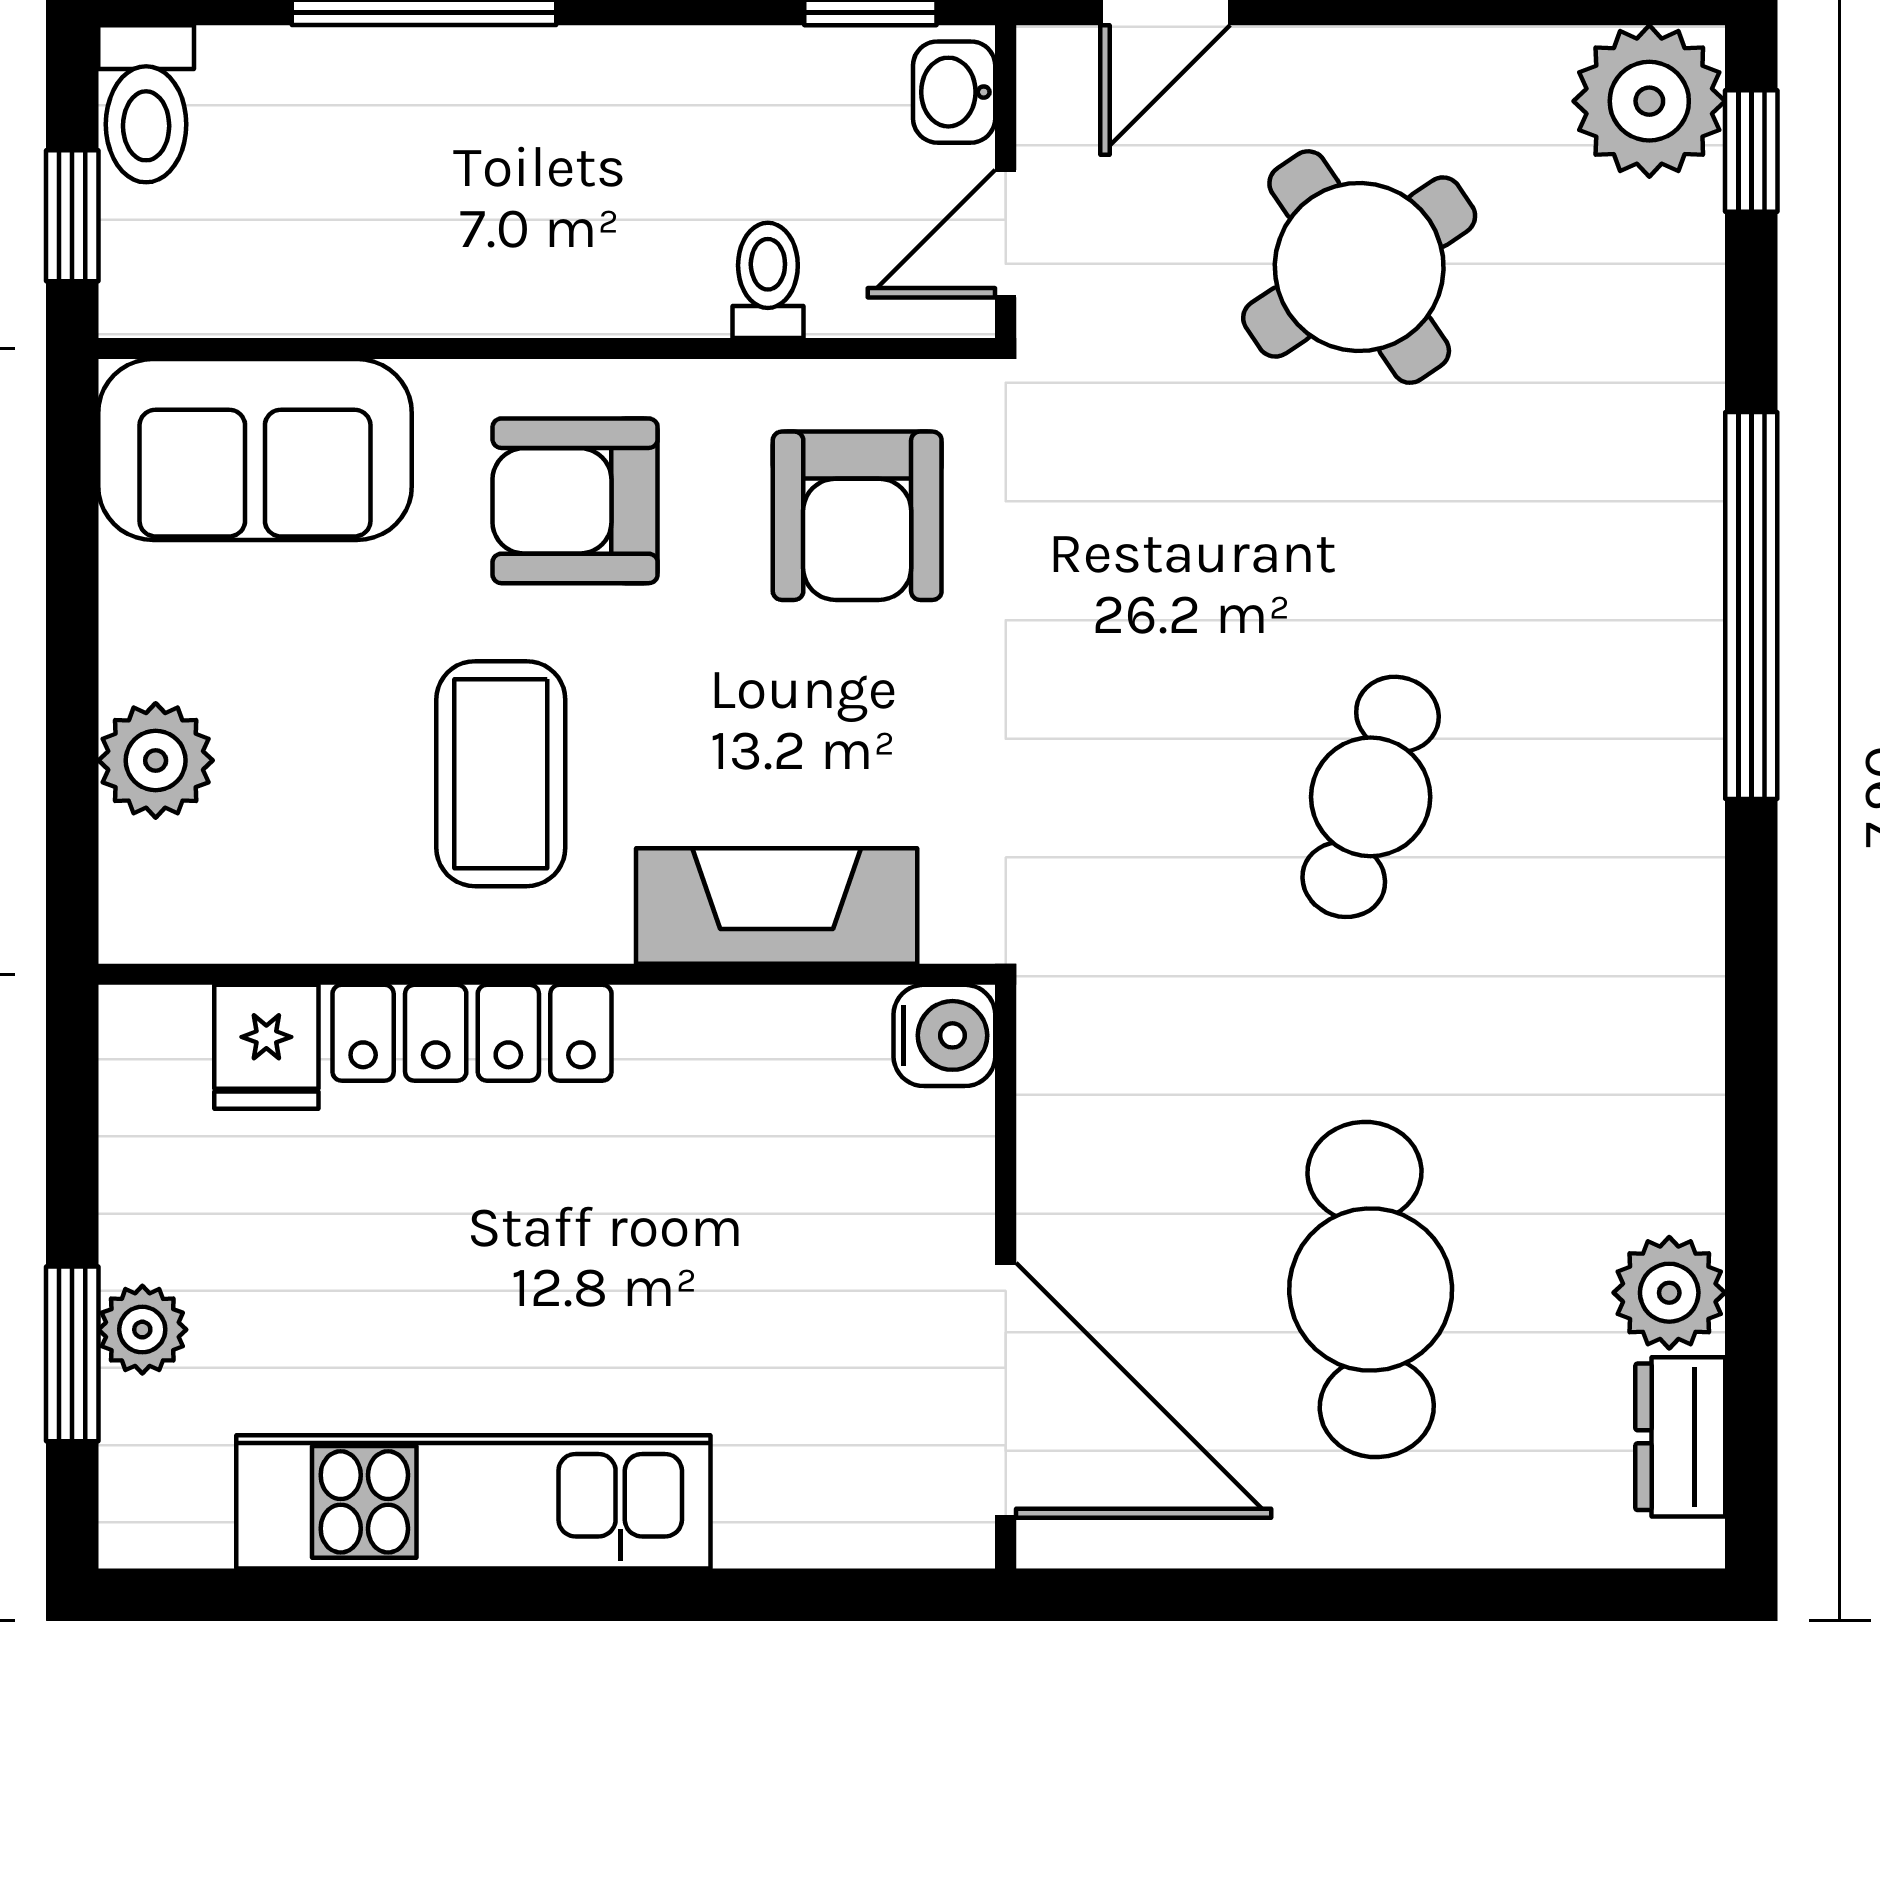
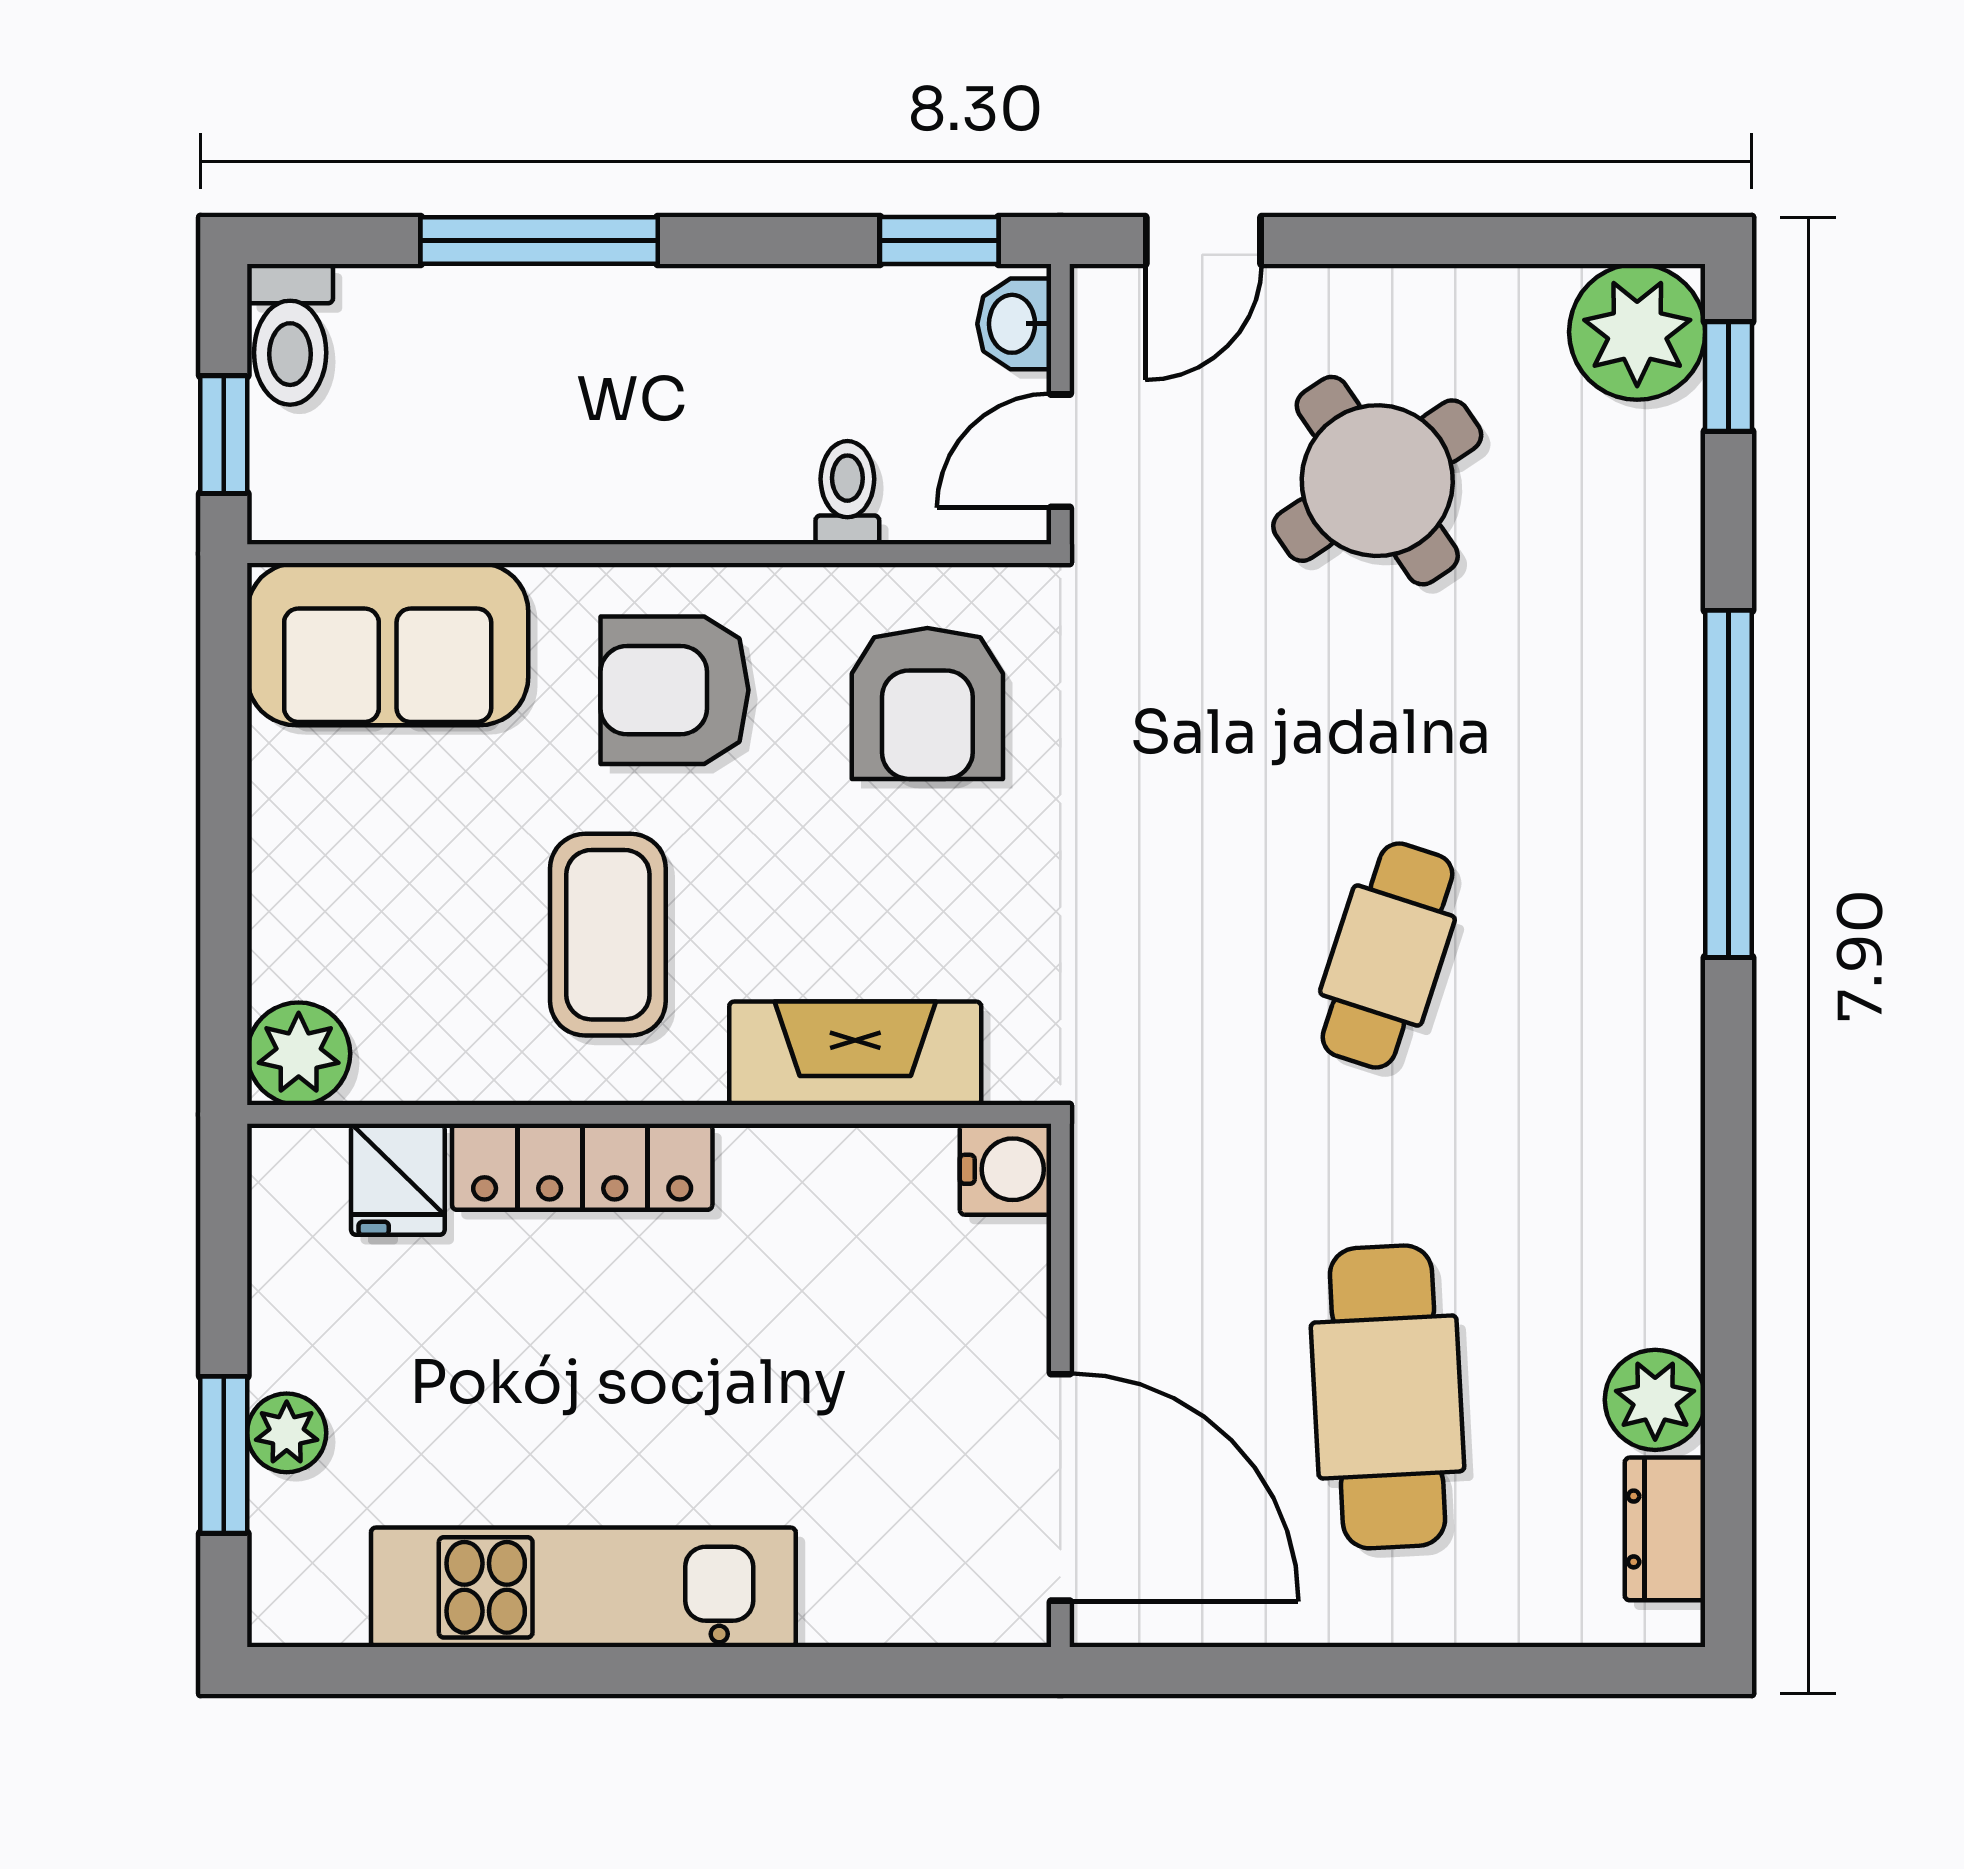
plant: (156, 760) -> (299, 1054), moved

